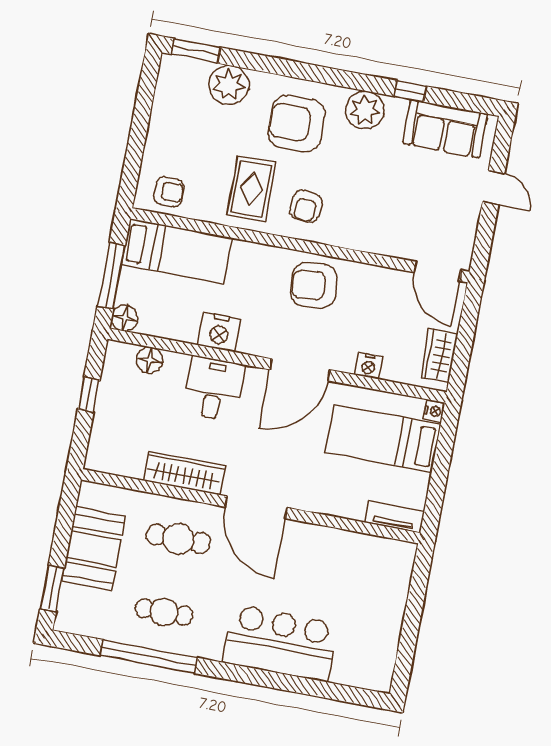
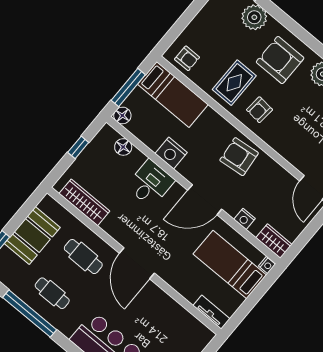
wardrobe: (439, 356) -> (274, 241), moved, turned 90
wardrobe: (184, 473) -> (84, 202), moved

